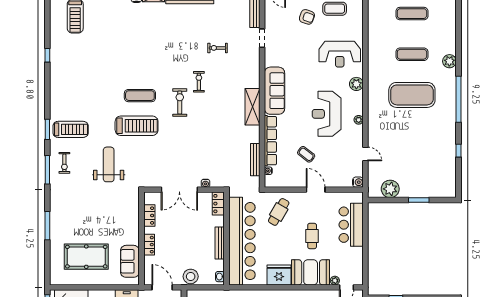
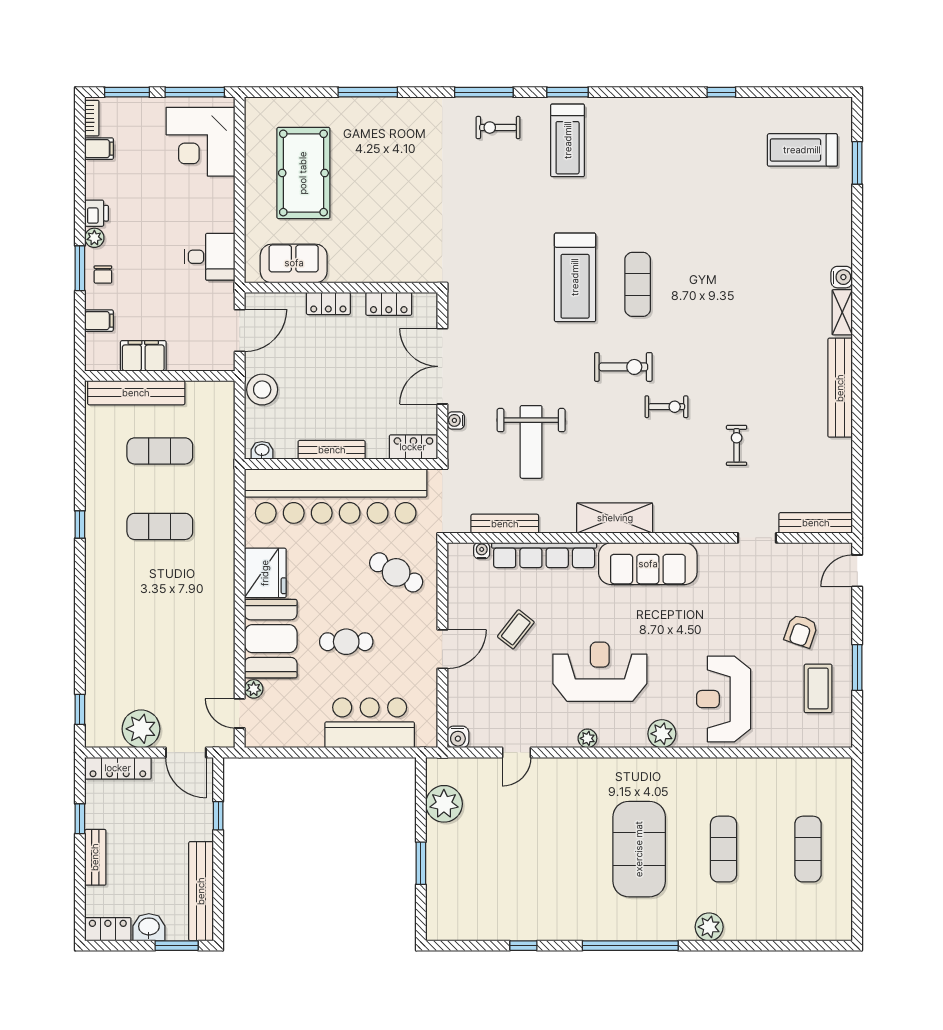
weight bench: (109, 164) -> (531, 442), moved, turned 90

